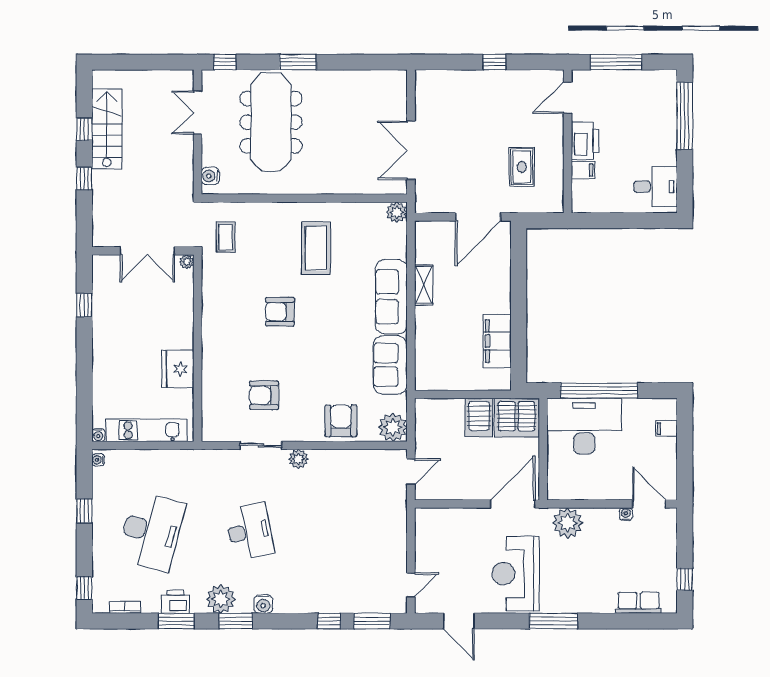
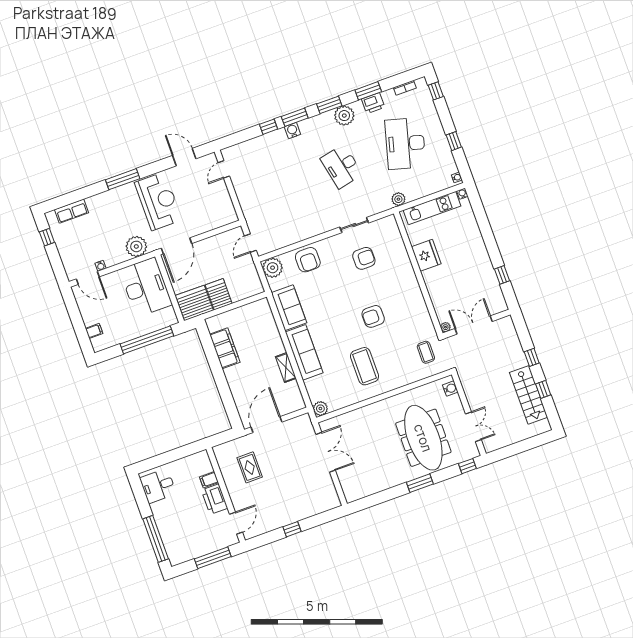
armchair: (280, 312) -> (373, 316), turned 180
desk: (584, 426) -> (146, 287), moved, turned -90
plant: (298, 459) -> (398, 199), moved
water cooler: (263, 604) -> (292, 131), moved
window: (372, 621) -> (295, 117), moved

